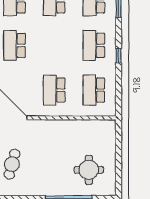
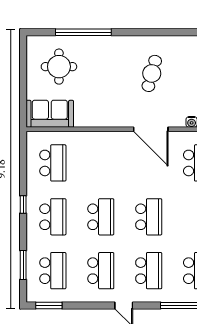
school desk: (54, 90) -> (101, 217), moved
sofa: (96, 131) -> (50, 114), added

